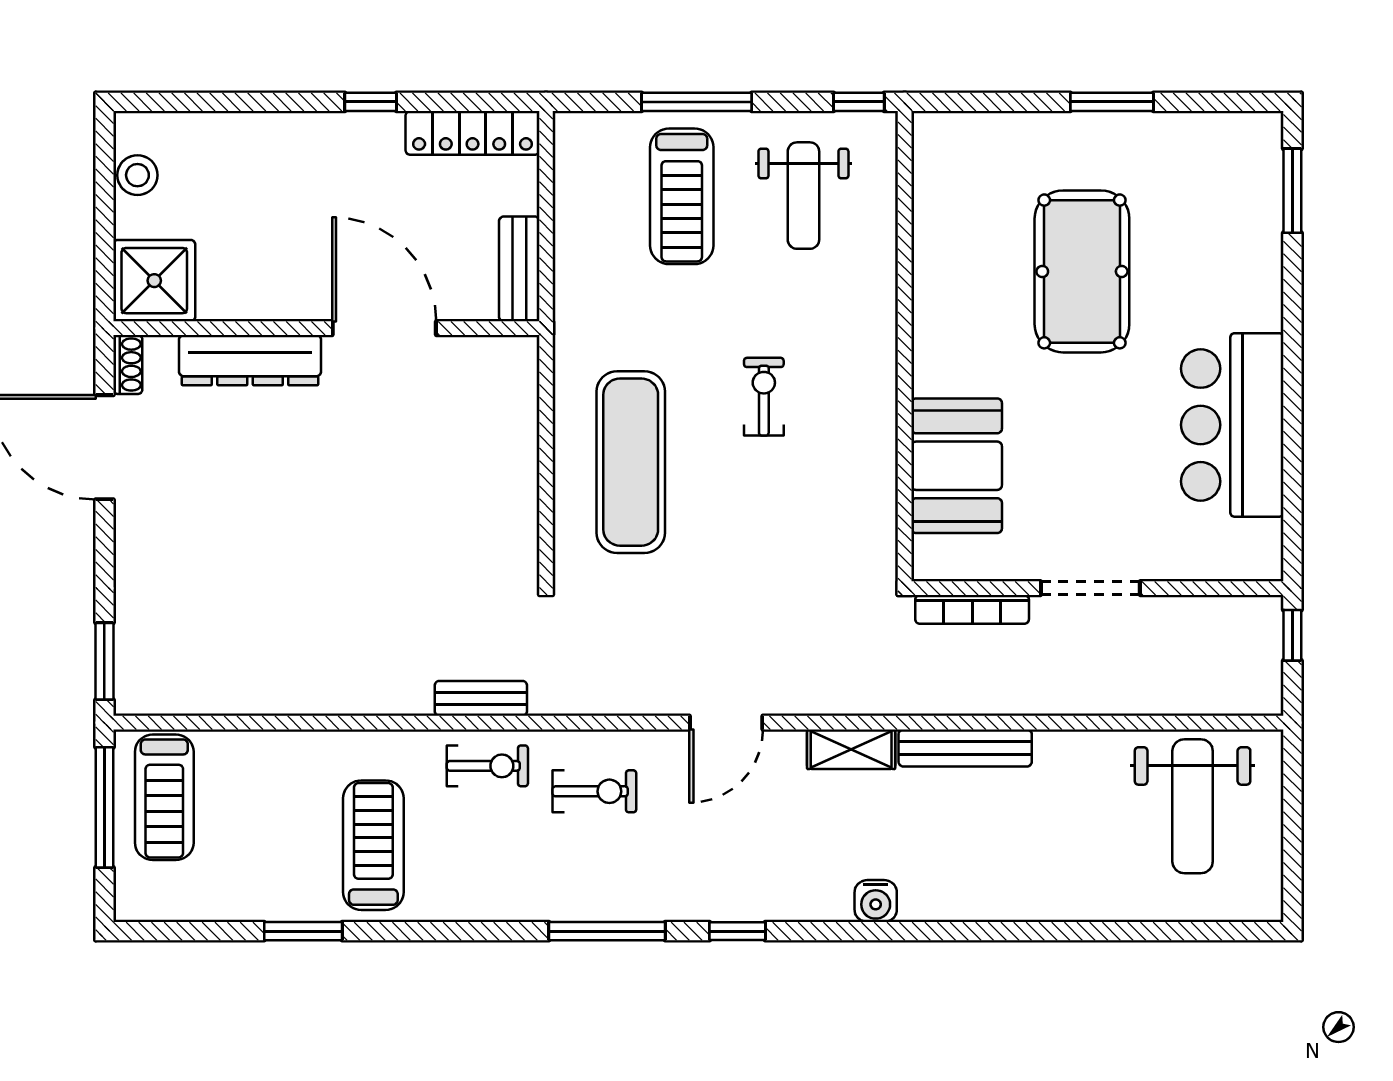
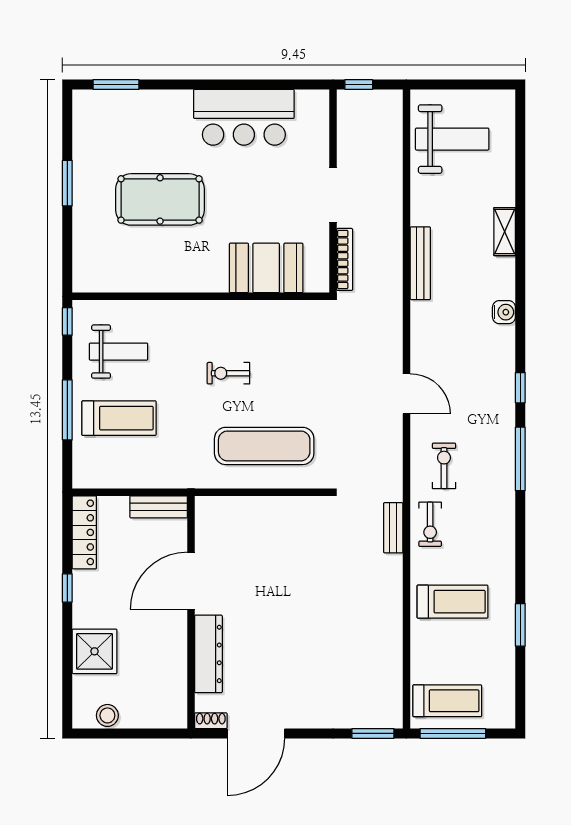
shower: (154, 281) -> (95, 651), moved
shelving: (851, 749) -> (505, 232), moved
exercise bike: (487, 766) -> (430, 524), turned 180
treadmill: (373, 845) -> (452, 602), moved, turned 180

